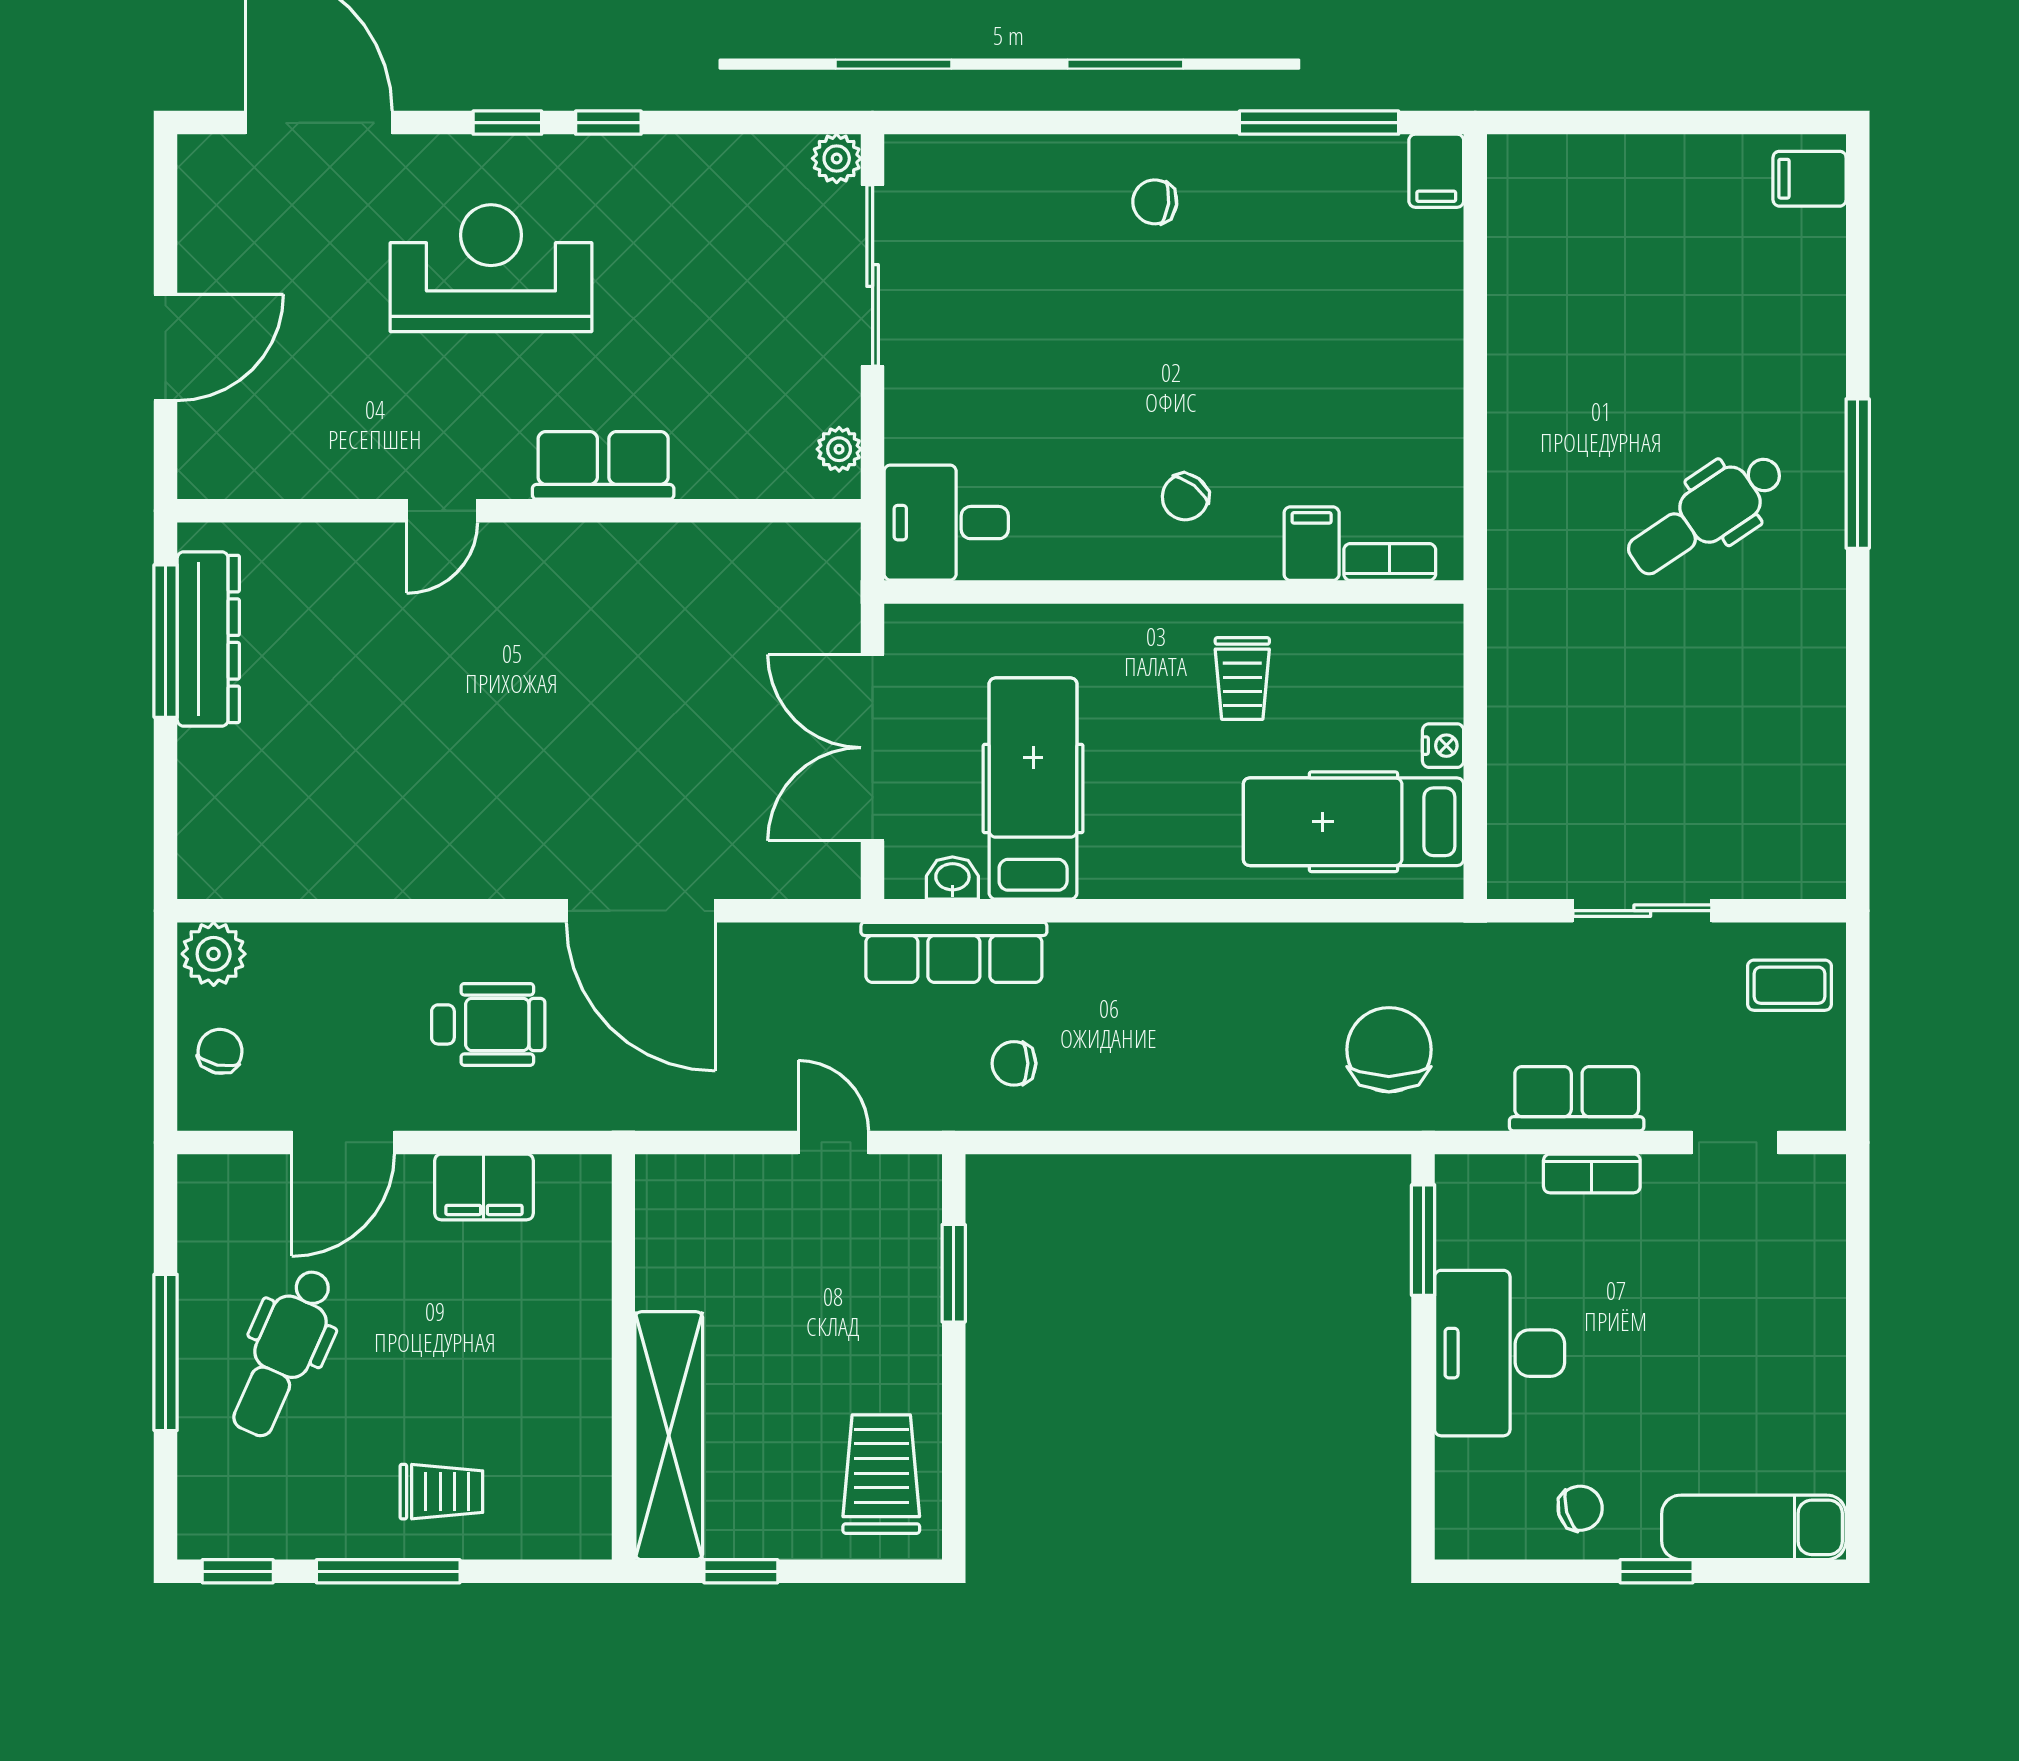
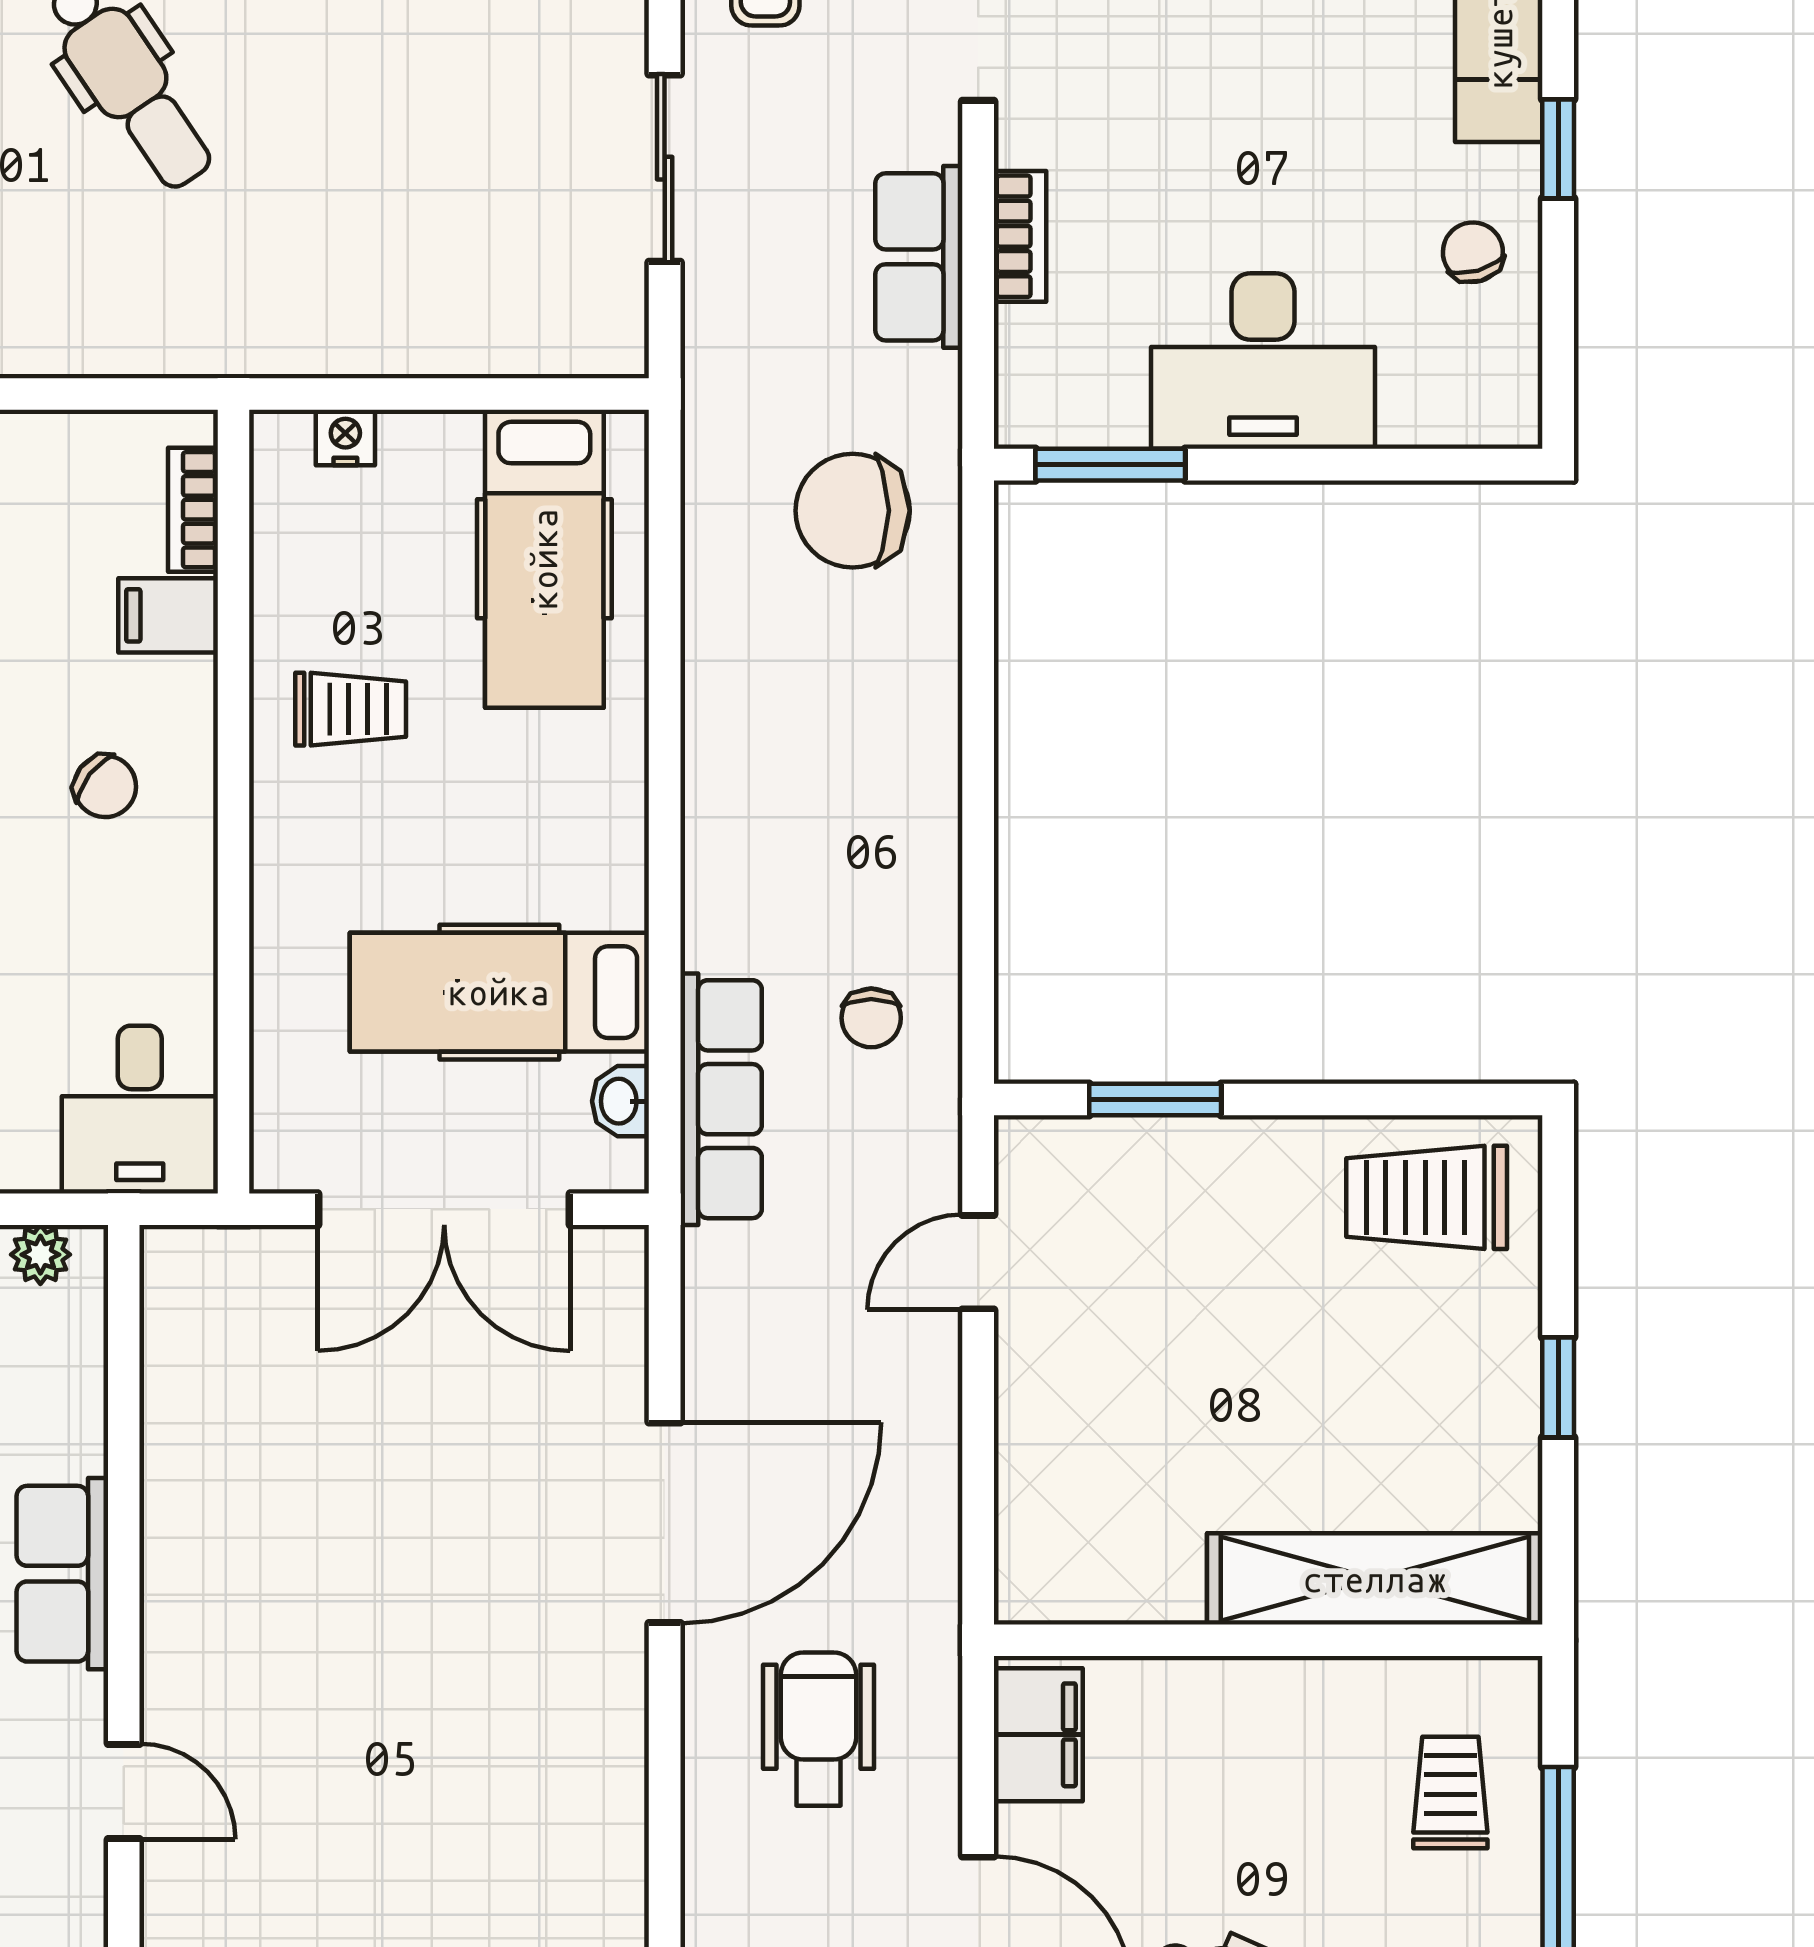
nightstand: (1443, 746) -> (345, 438), moved
wall: (623, 1357) -> (1268, 1640), moved
shelving: (669, 1436) -> (1375, 1579), moved

